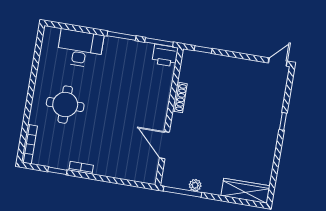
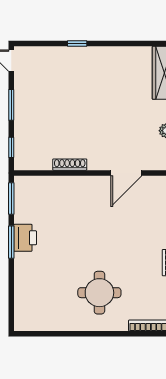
desk: (80, 48) -> (33, 287), removed
printer: (165, 55) -> (25, 238), moved
window: (240, 56) -> (11, 105), added

